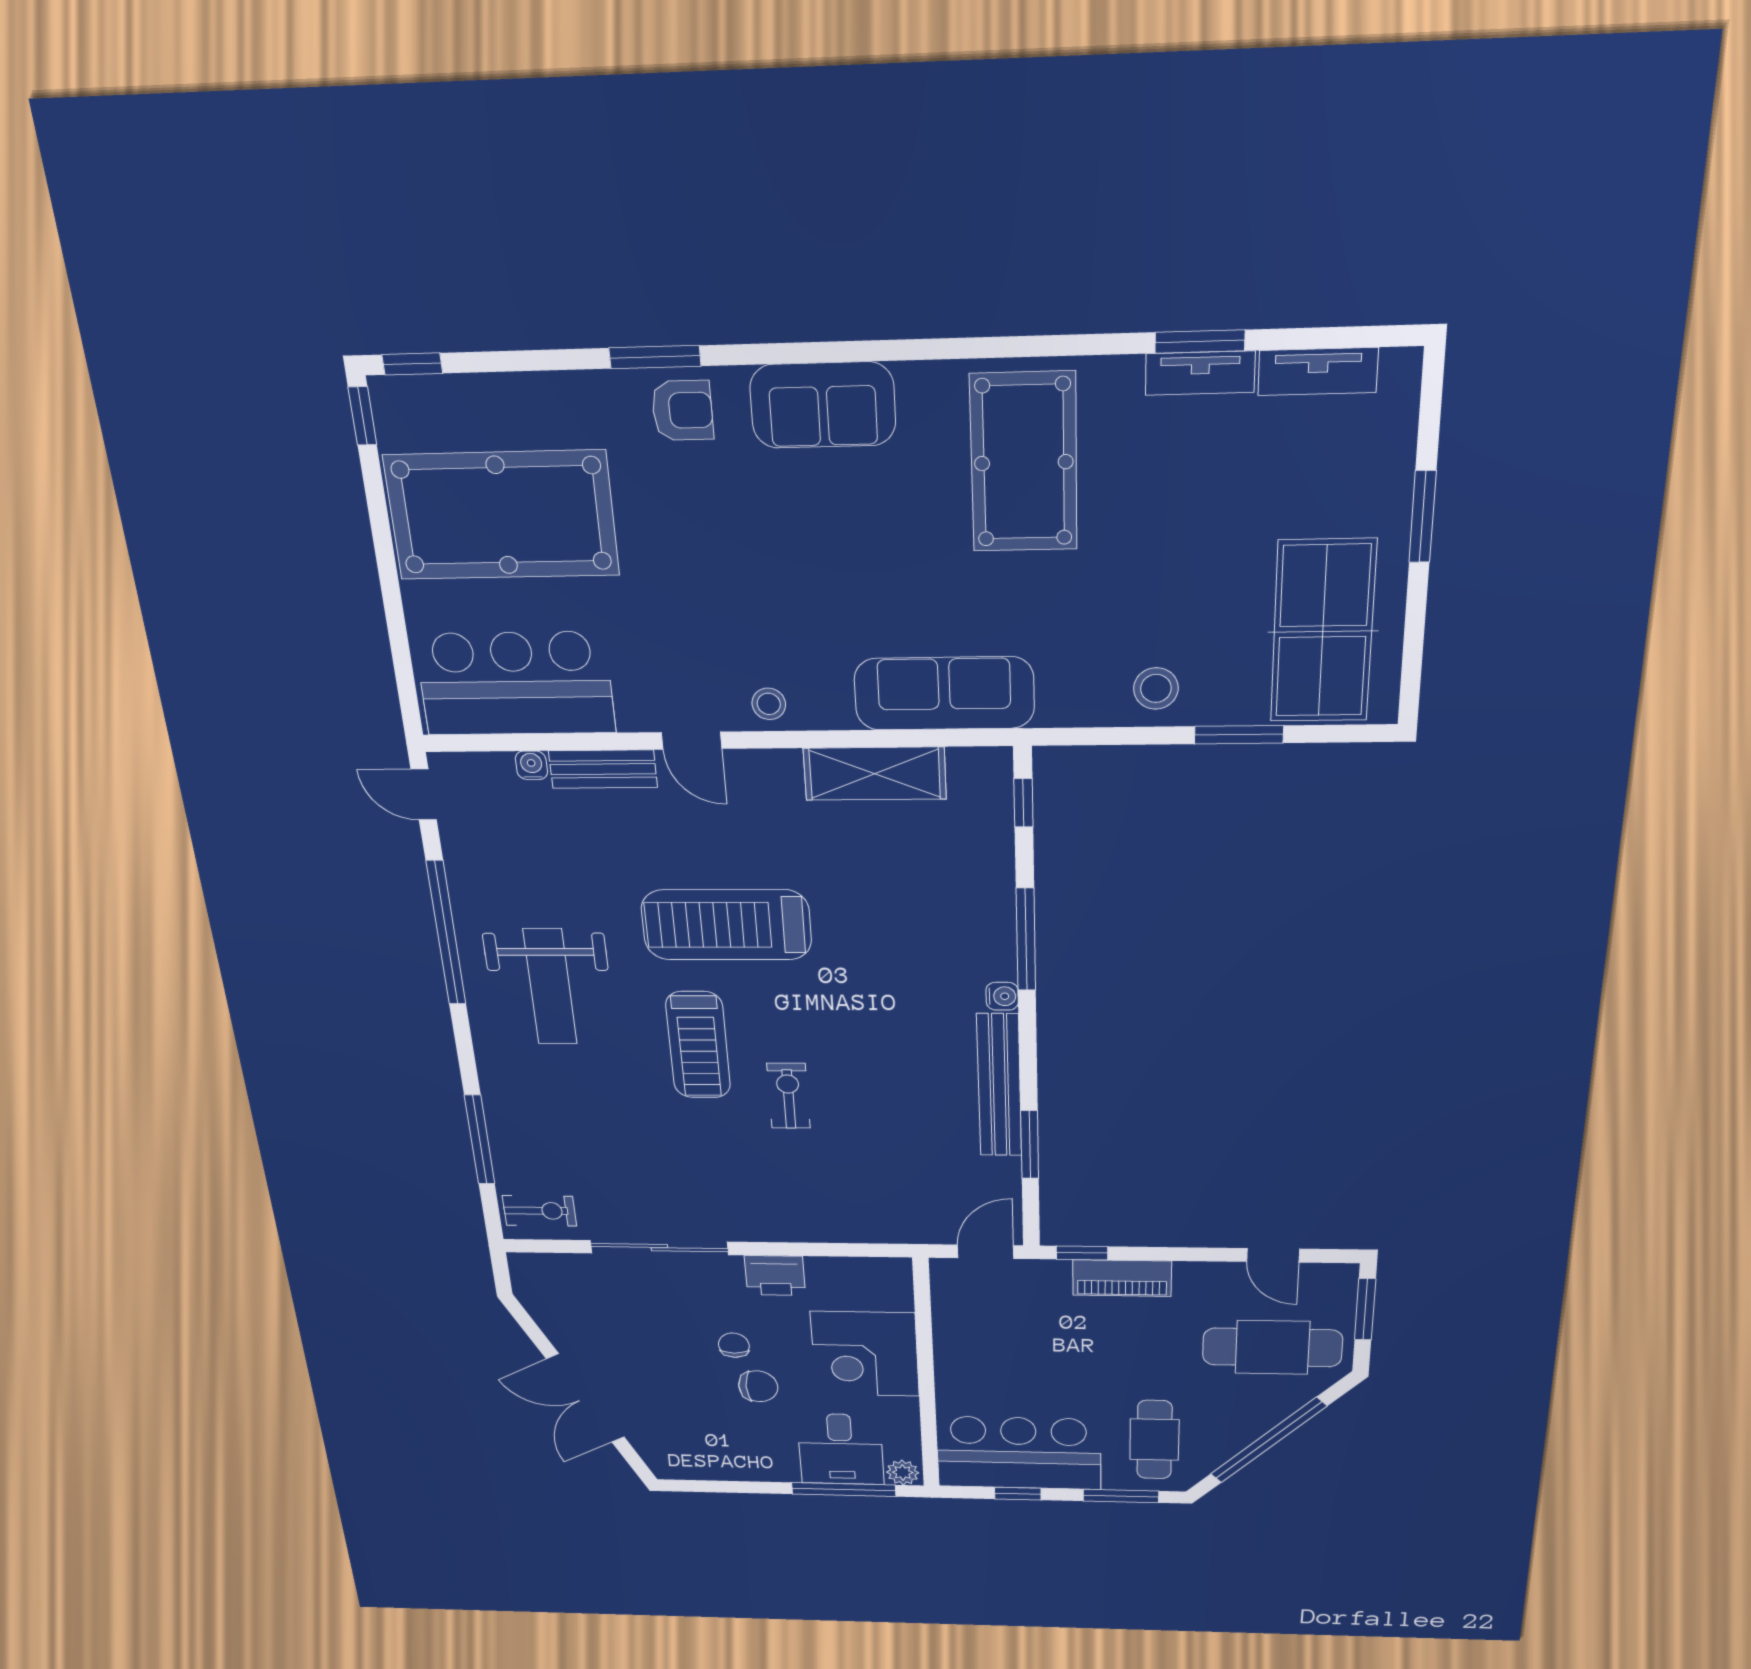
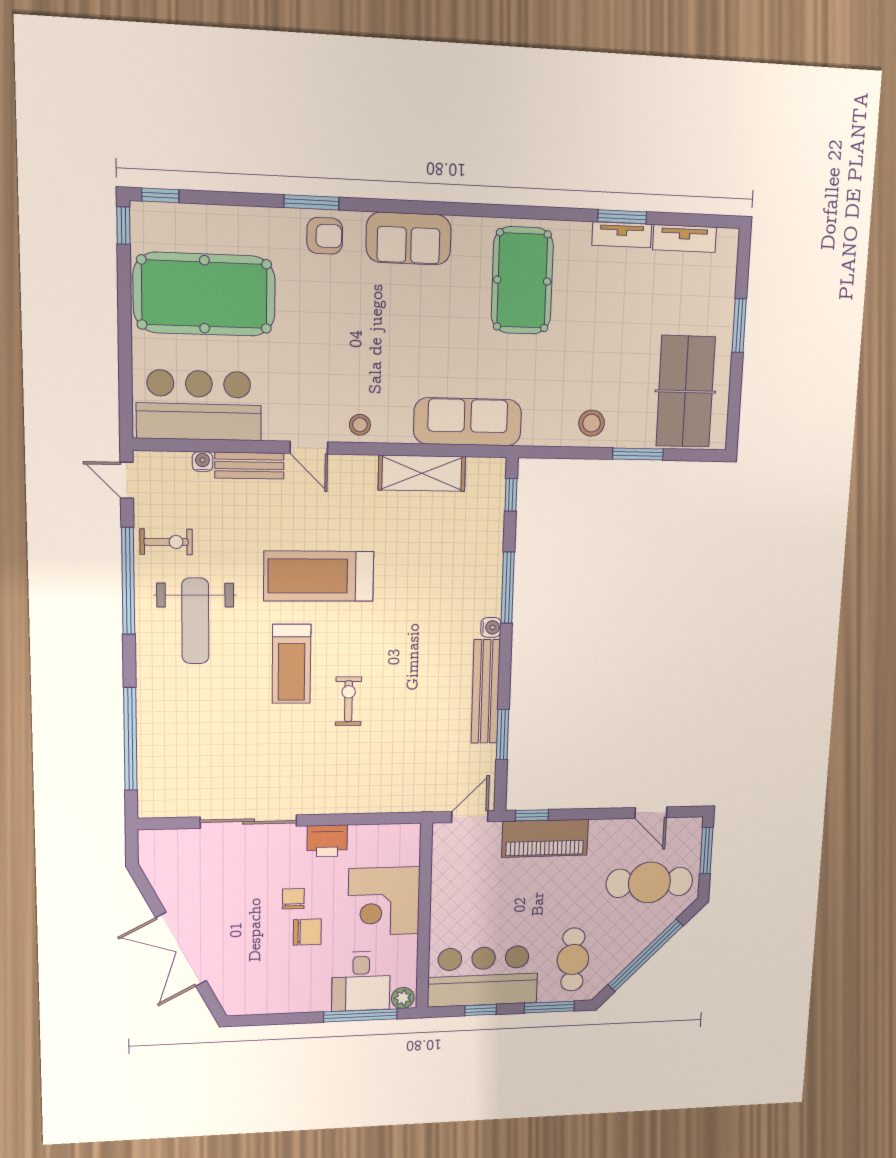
window: (480, 1140) -> (130, 739), width x1.46
exercise bike: (539, 1211) -> (166, 542), moved
piano: (1122, 1278) -> (545, 838), width x1.37, depth x1.33

